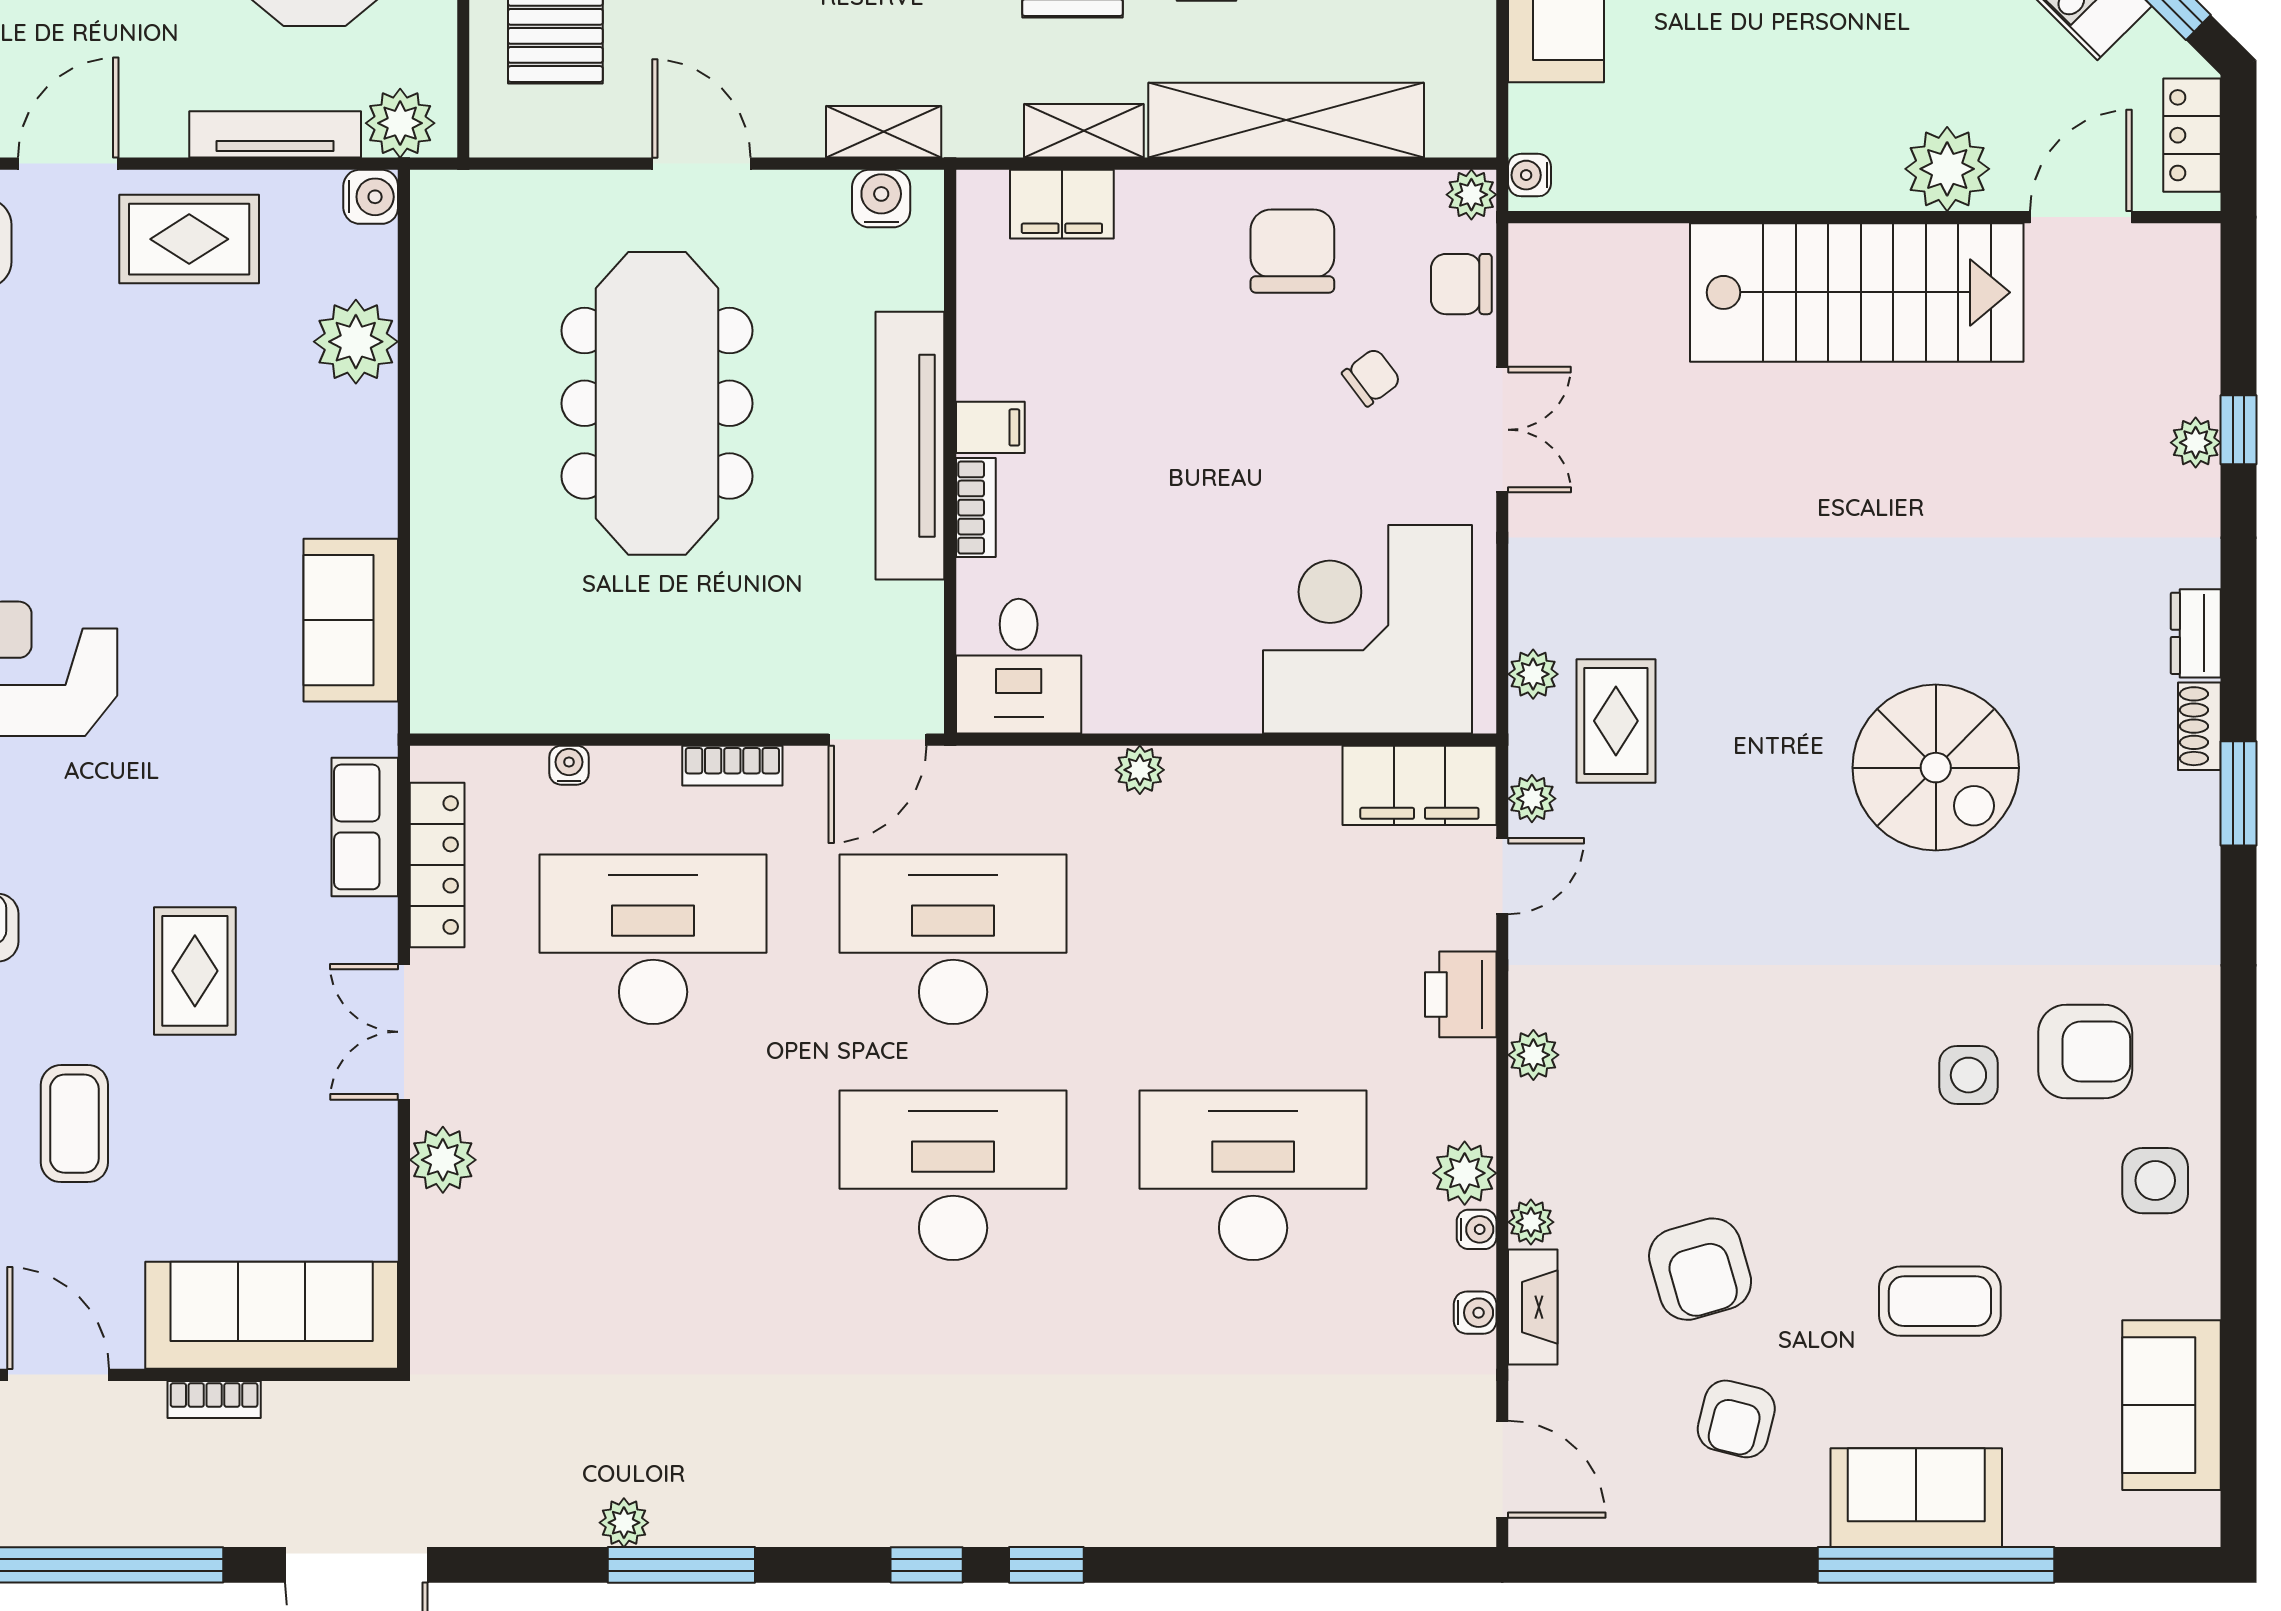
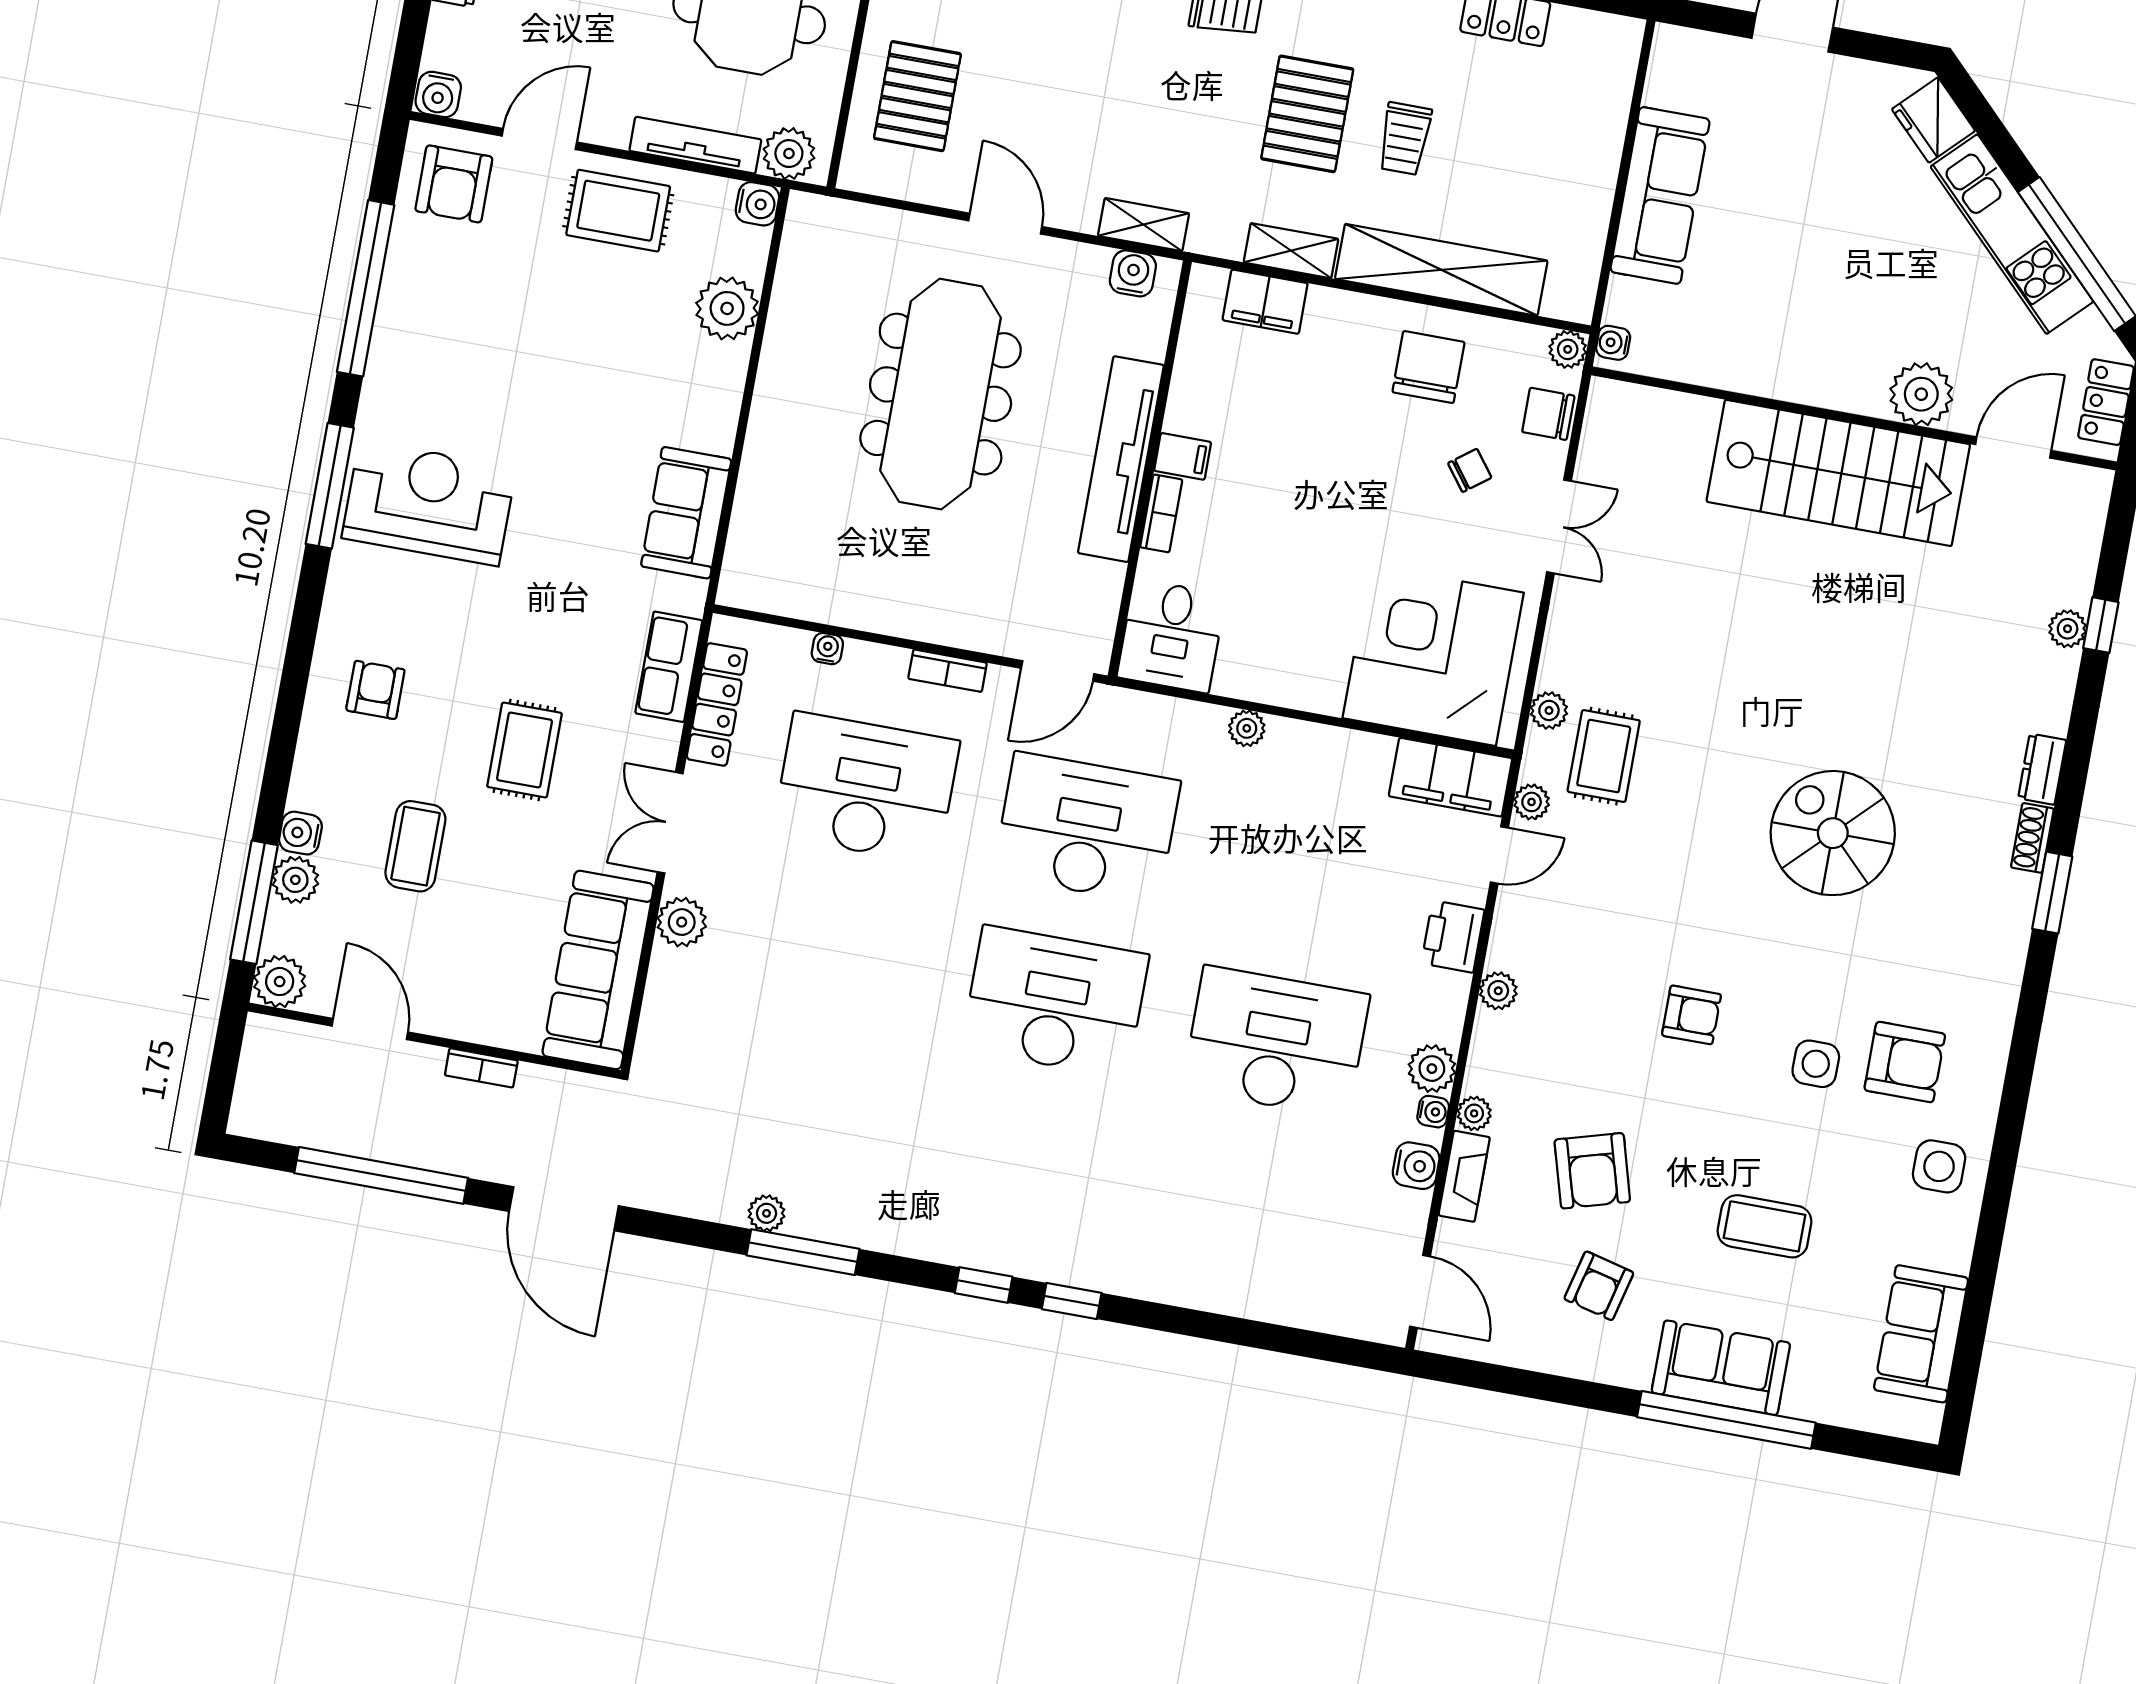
spiral stairs: (1936, 768) -> (1833, 833), turned 180
armchair: (1793, 1040) -> (1691, 1015), added
water cooler: (1475, 1313) -> (1416, 1166), width x1.38, depth x1.38
sofa: (272, 1315) -> (598, 970), moved, turned -90

